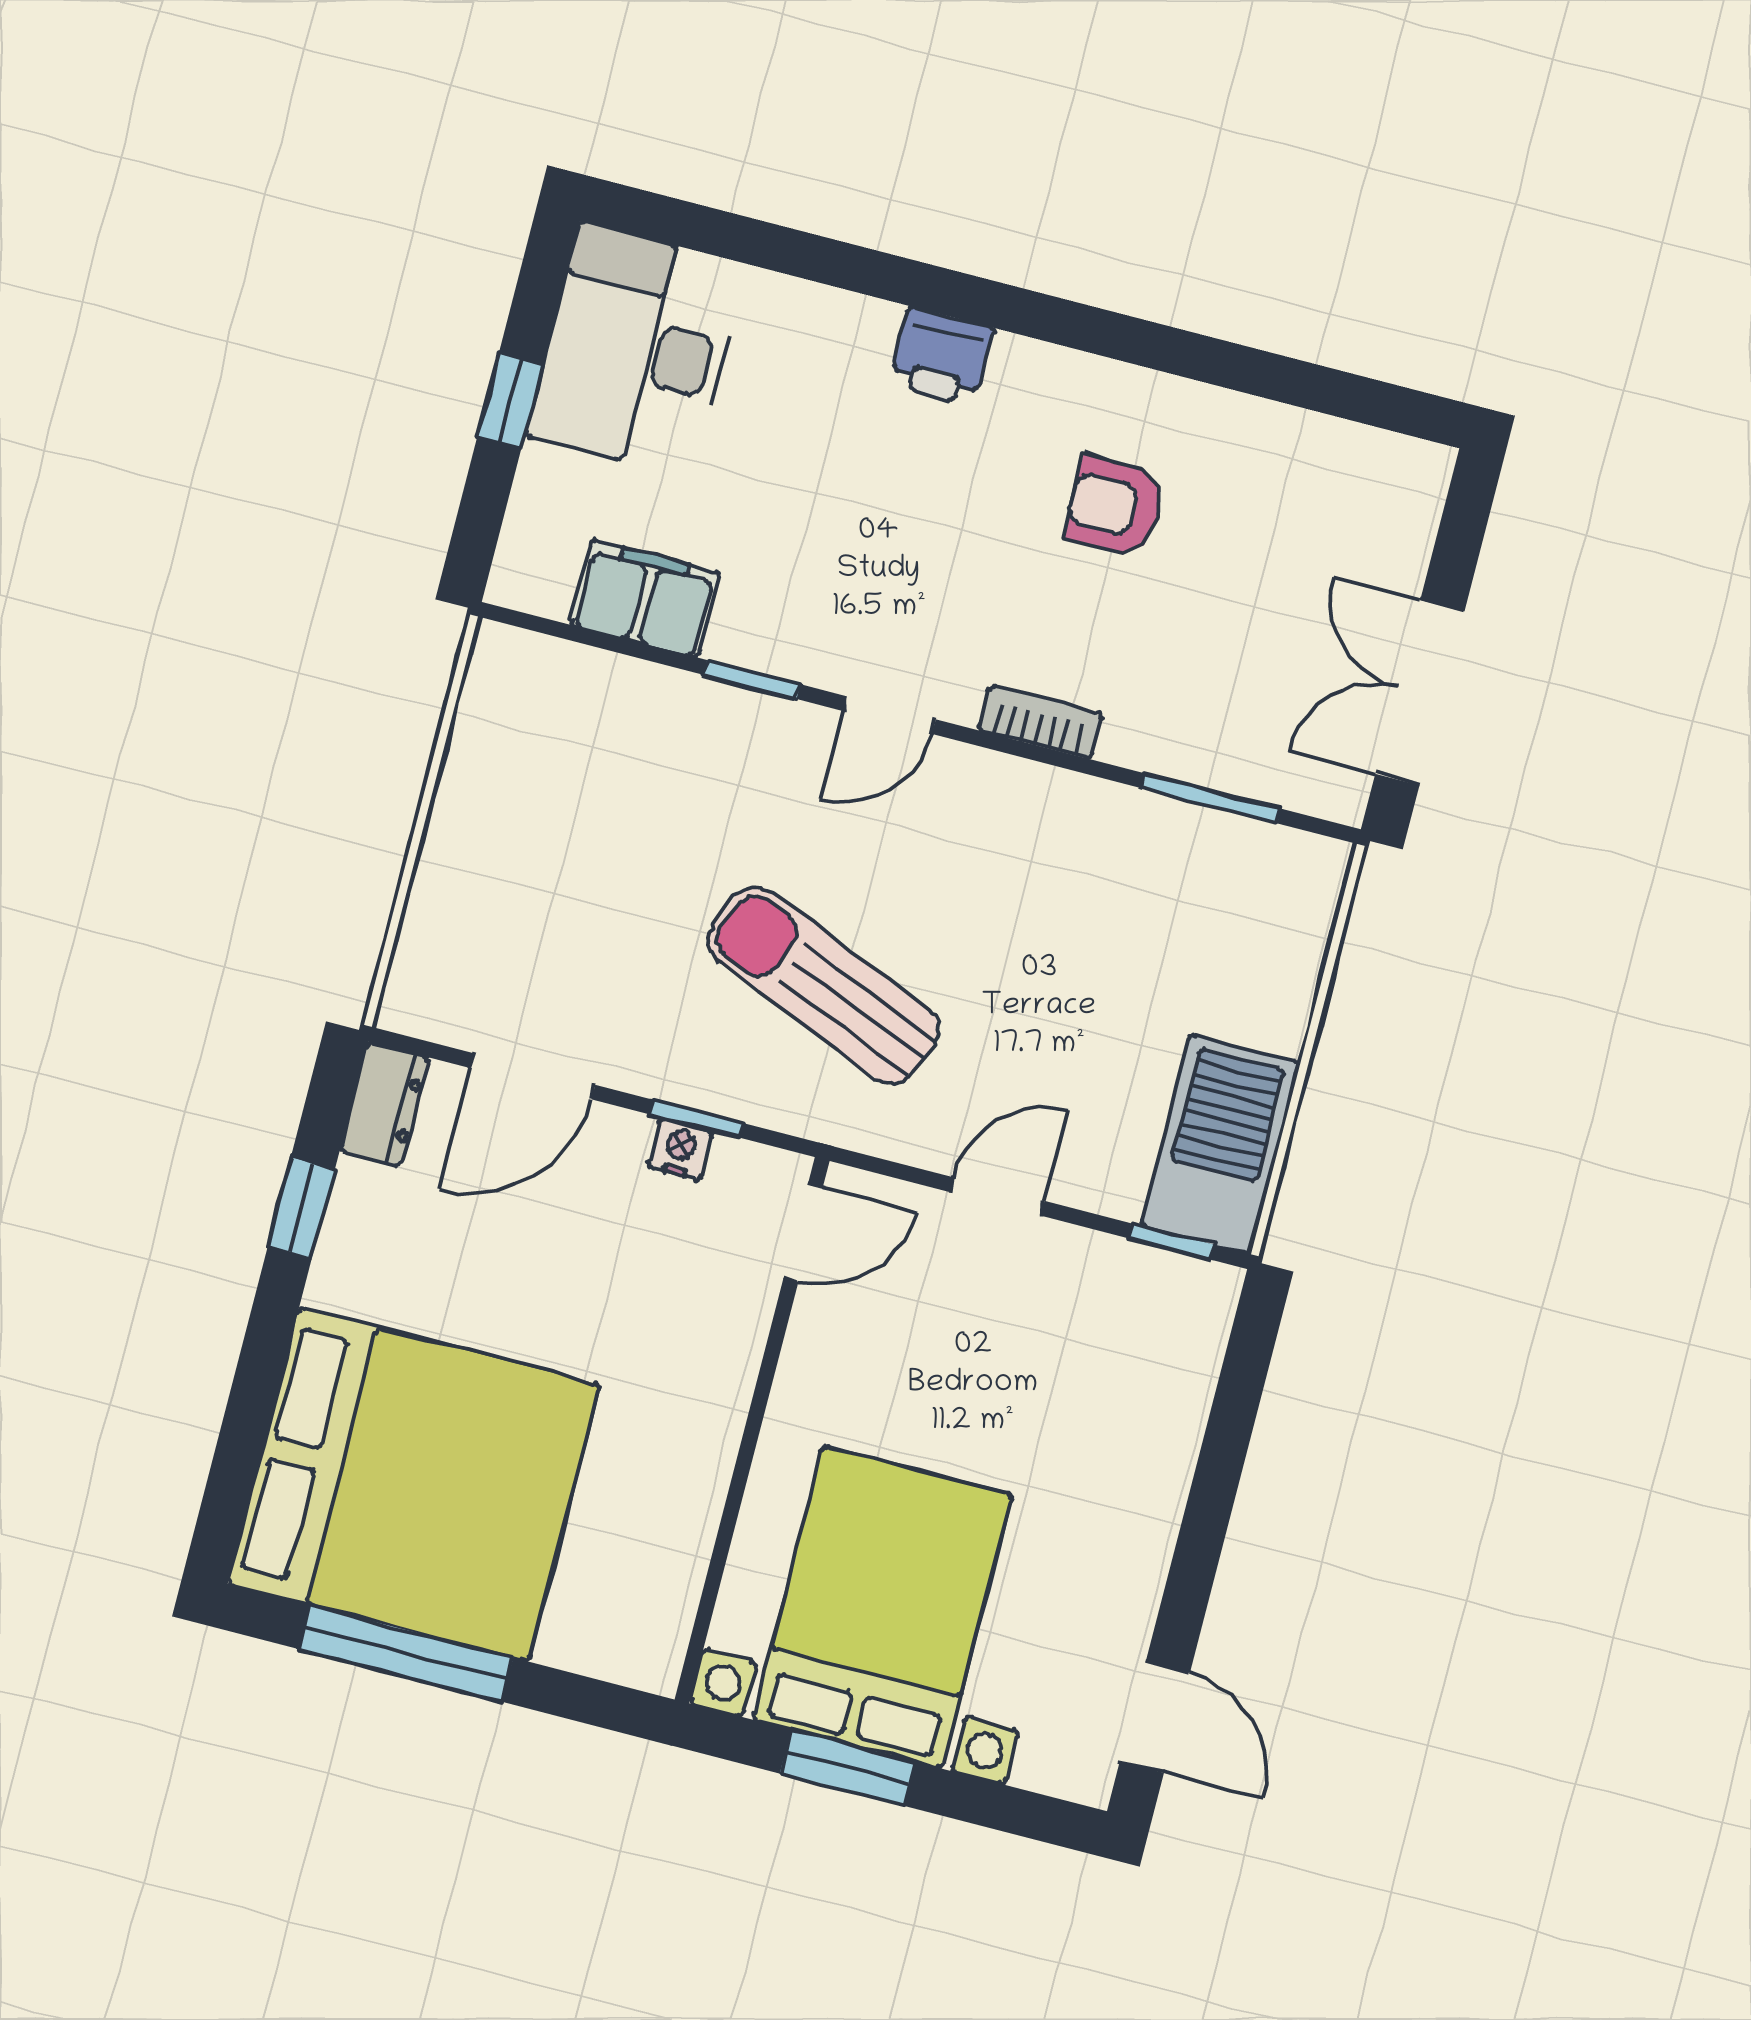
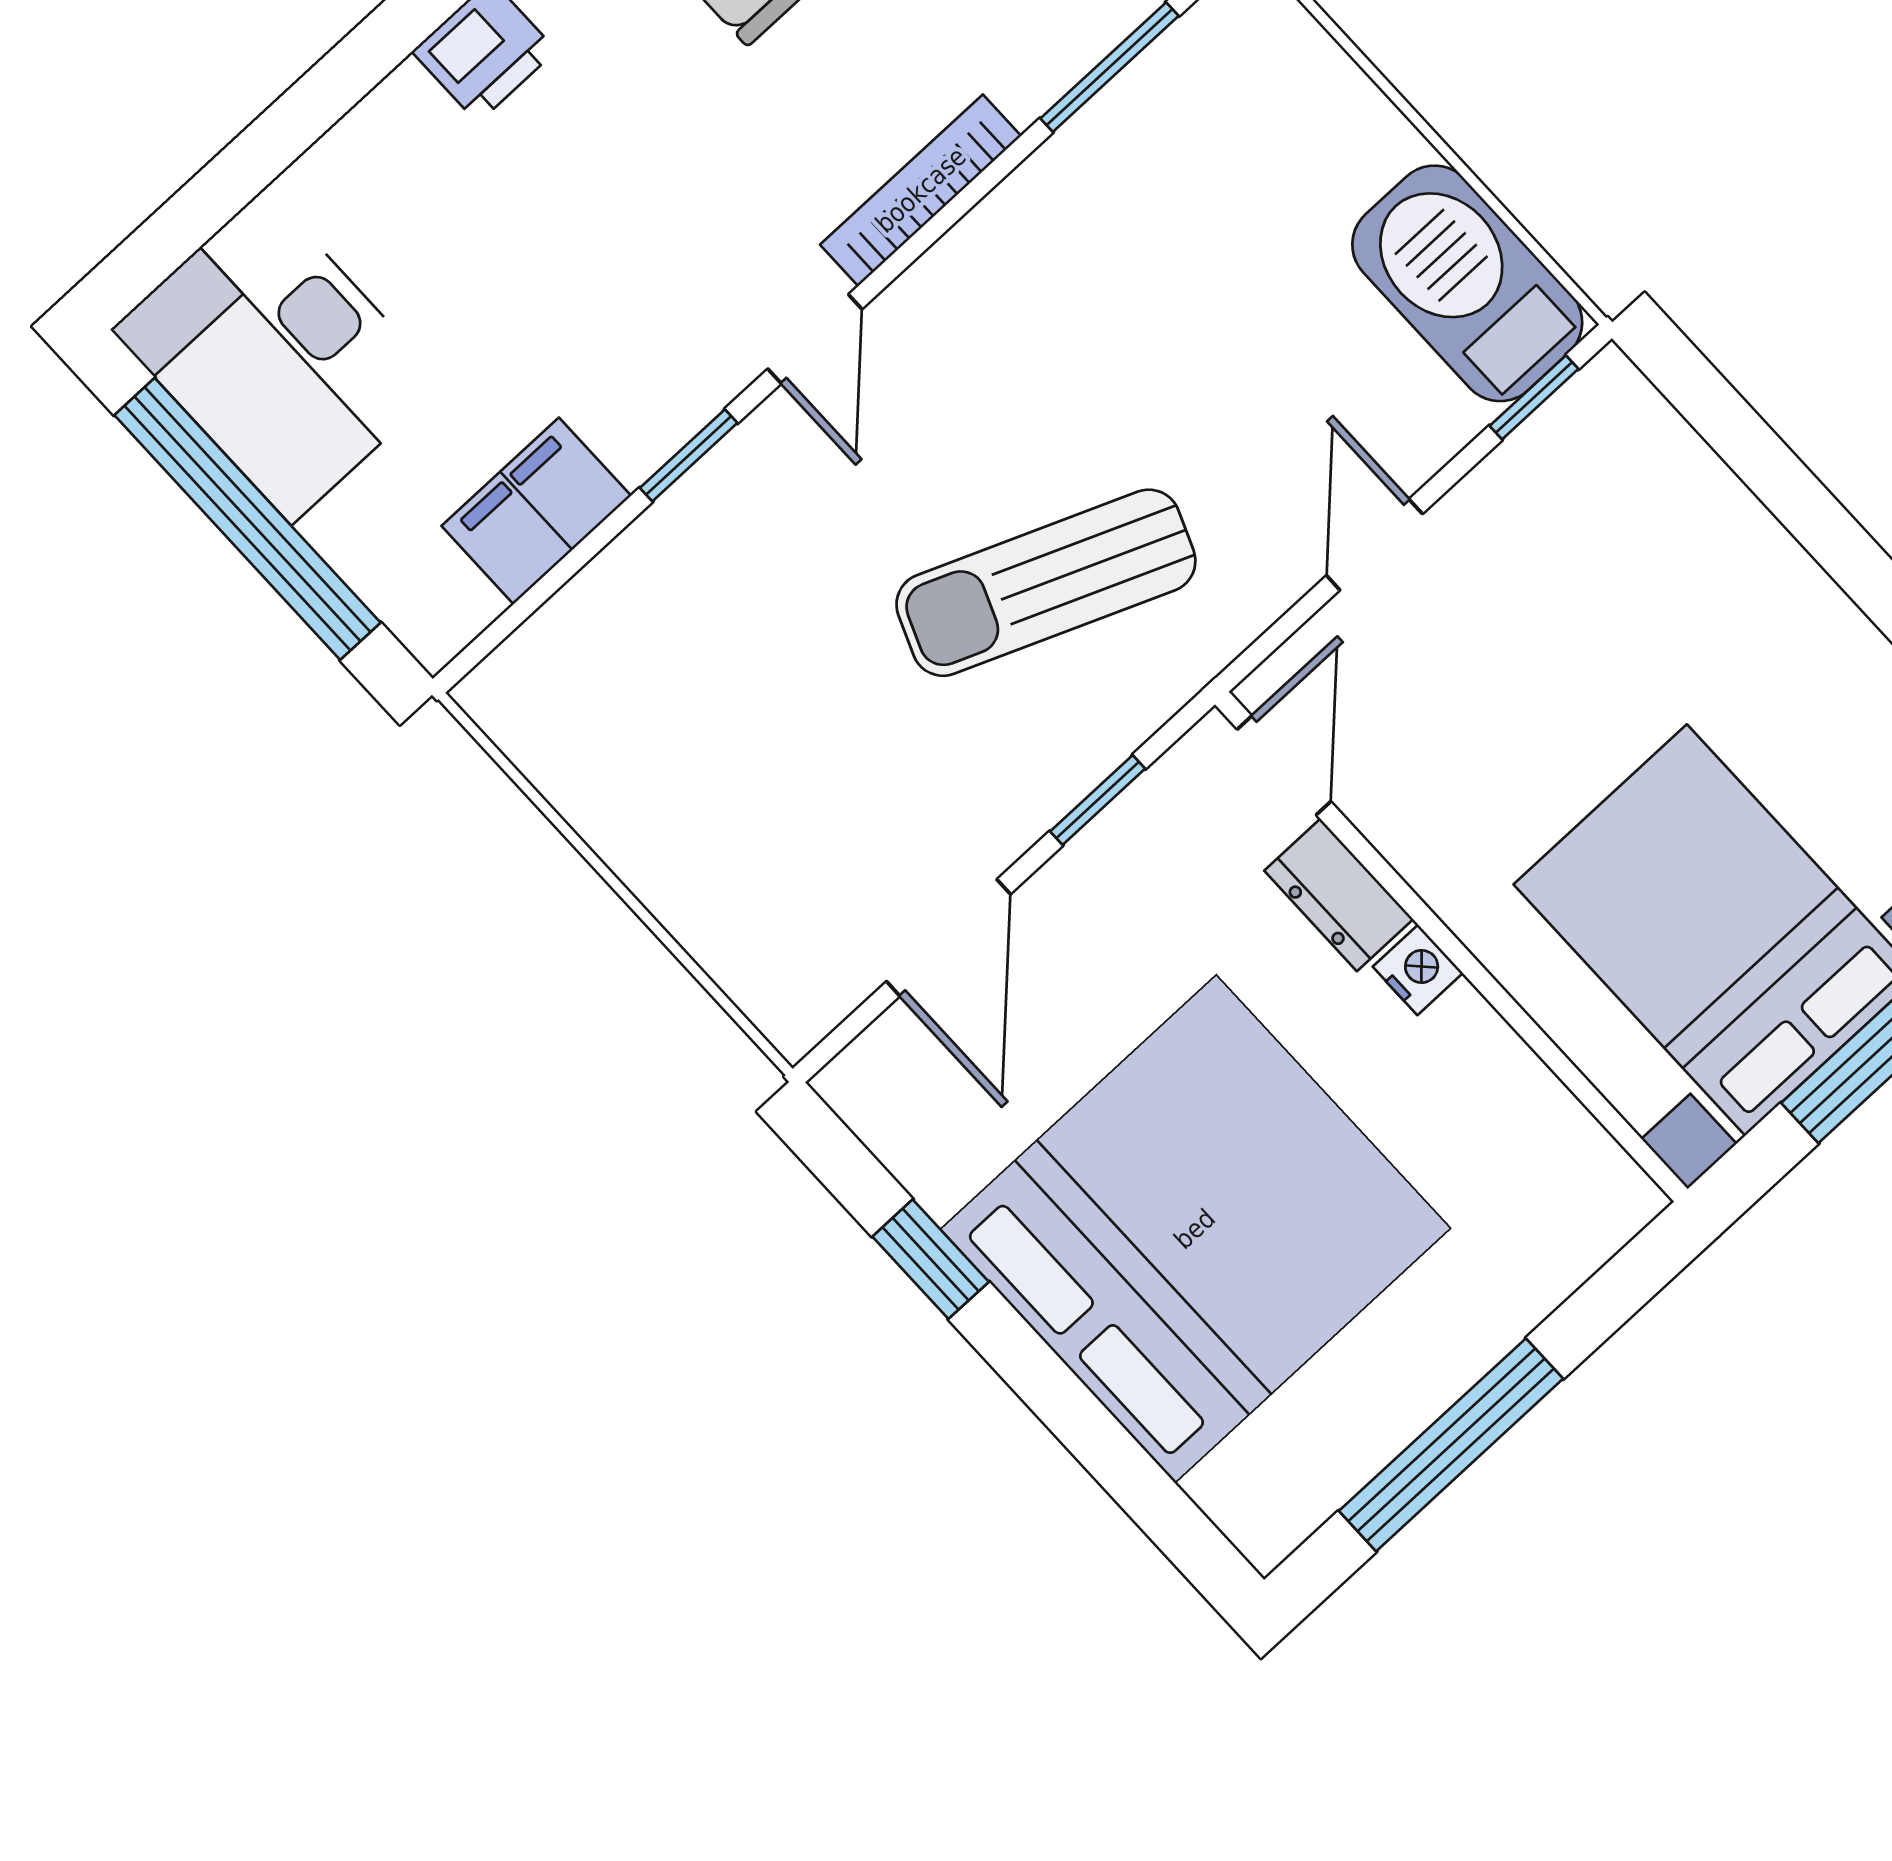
window: (510, 401) -> (247, 519), width x3.17
bookcase: (1040, 722) -> (921, 190), width x1.56
dresser: (384, 1104) -> (1339, 895), moved, turned 180
nightstand: (680, 1149) -> (1418, 970), moved, turned 90
bed: (414, 1484) -> (1195, 1229), moved

